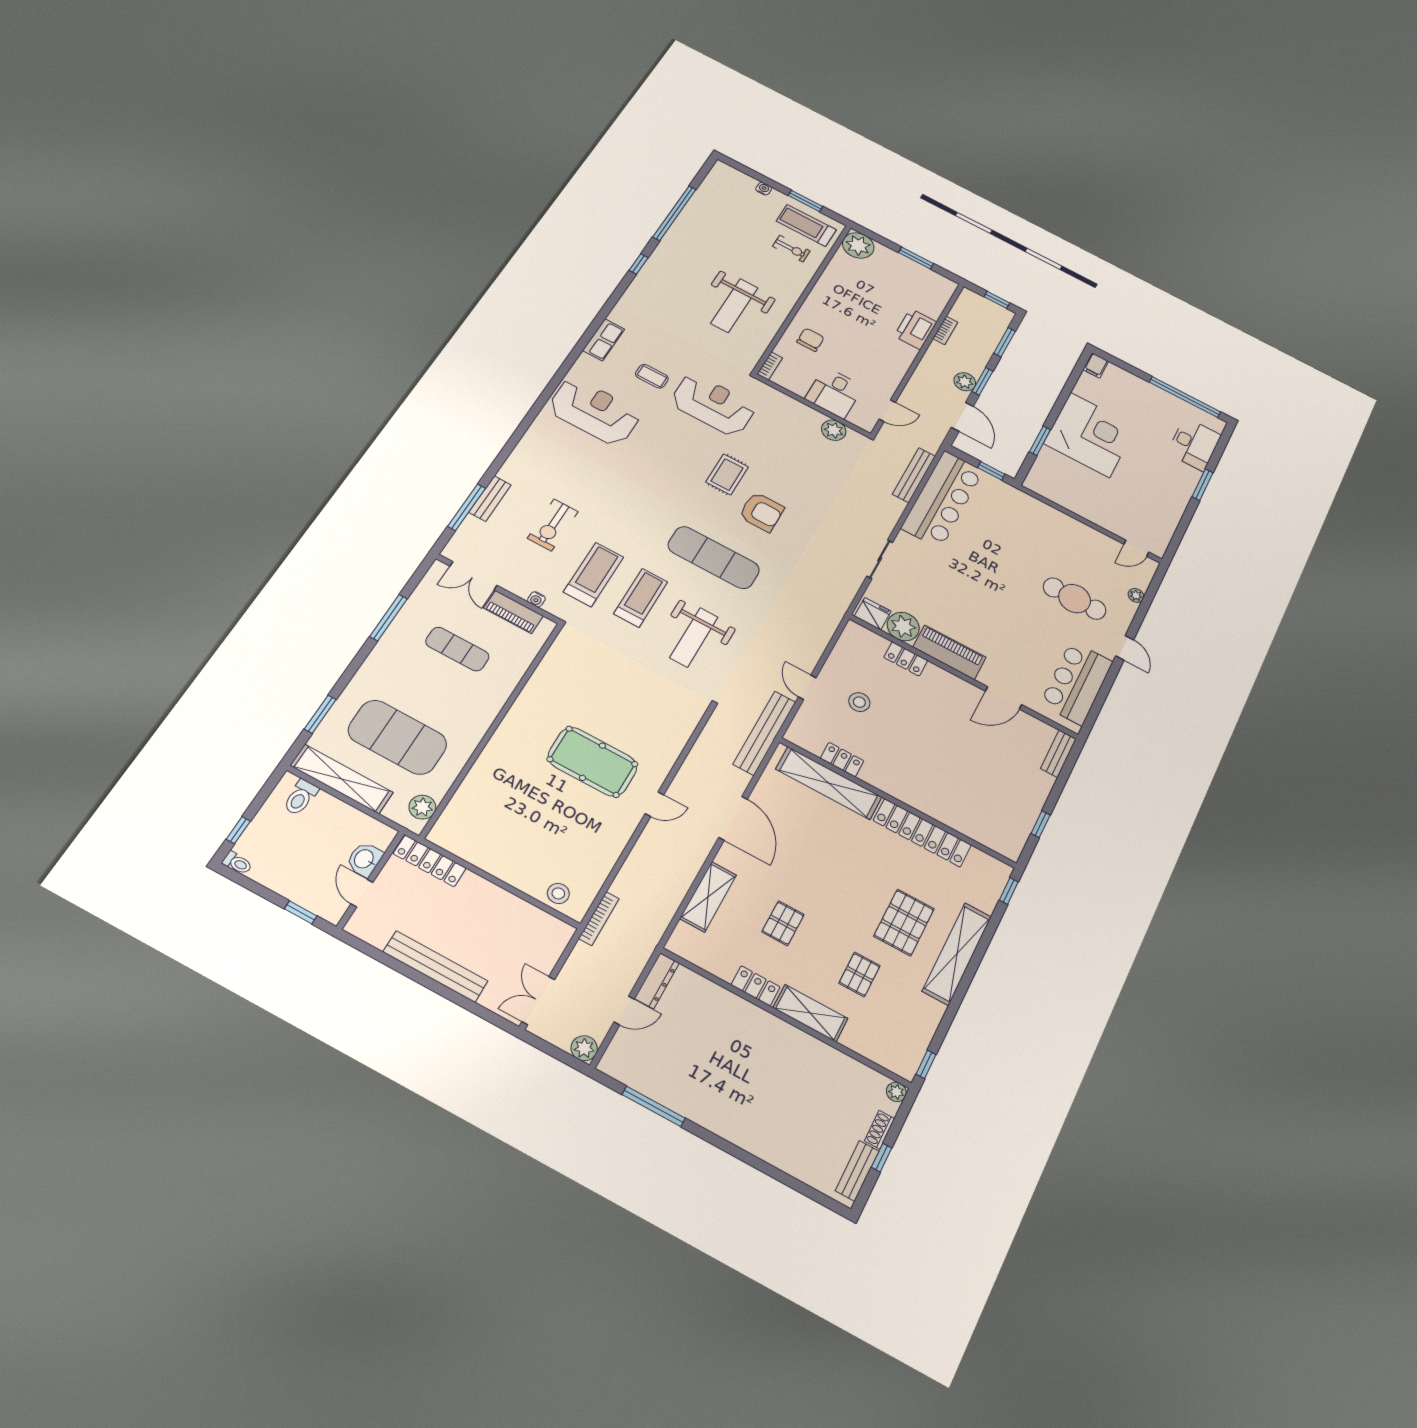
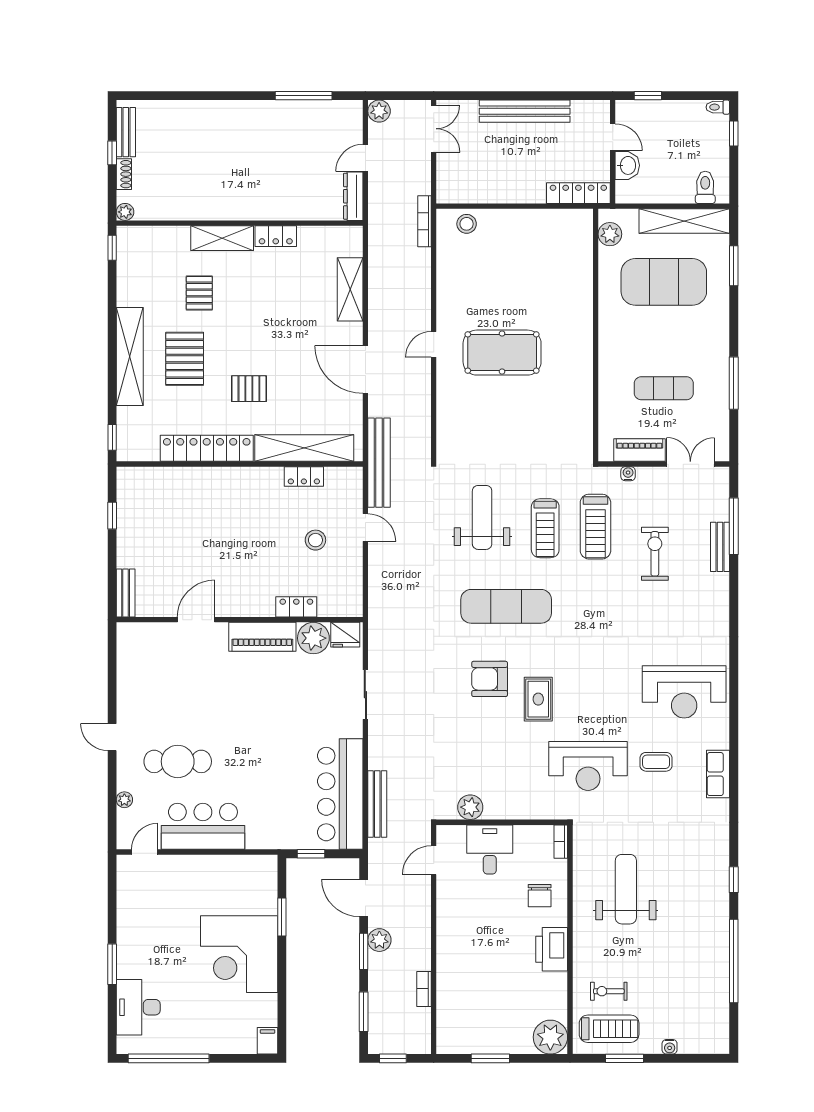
printer: (915, 329) -> (552, 949), moved, turned 180
bar counter: (1077, 683) -> (203, 826), moved, turned -90
pallet: (783, 923) -> (249, 389), moved, turned 90

